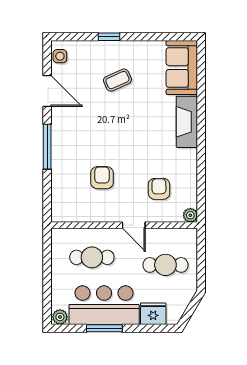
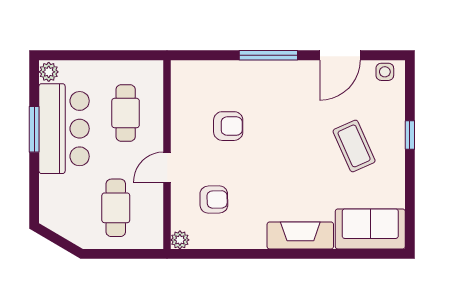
coffee table: (117, 80) -> (354, 146), width x1.36, depth x1.30
fridge: (153, 314) -> (53, 192), removed

